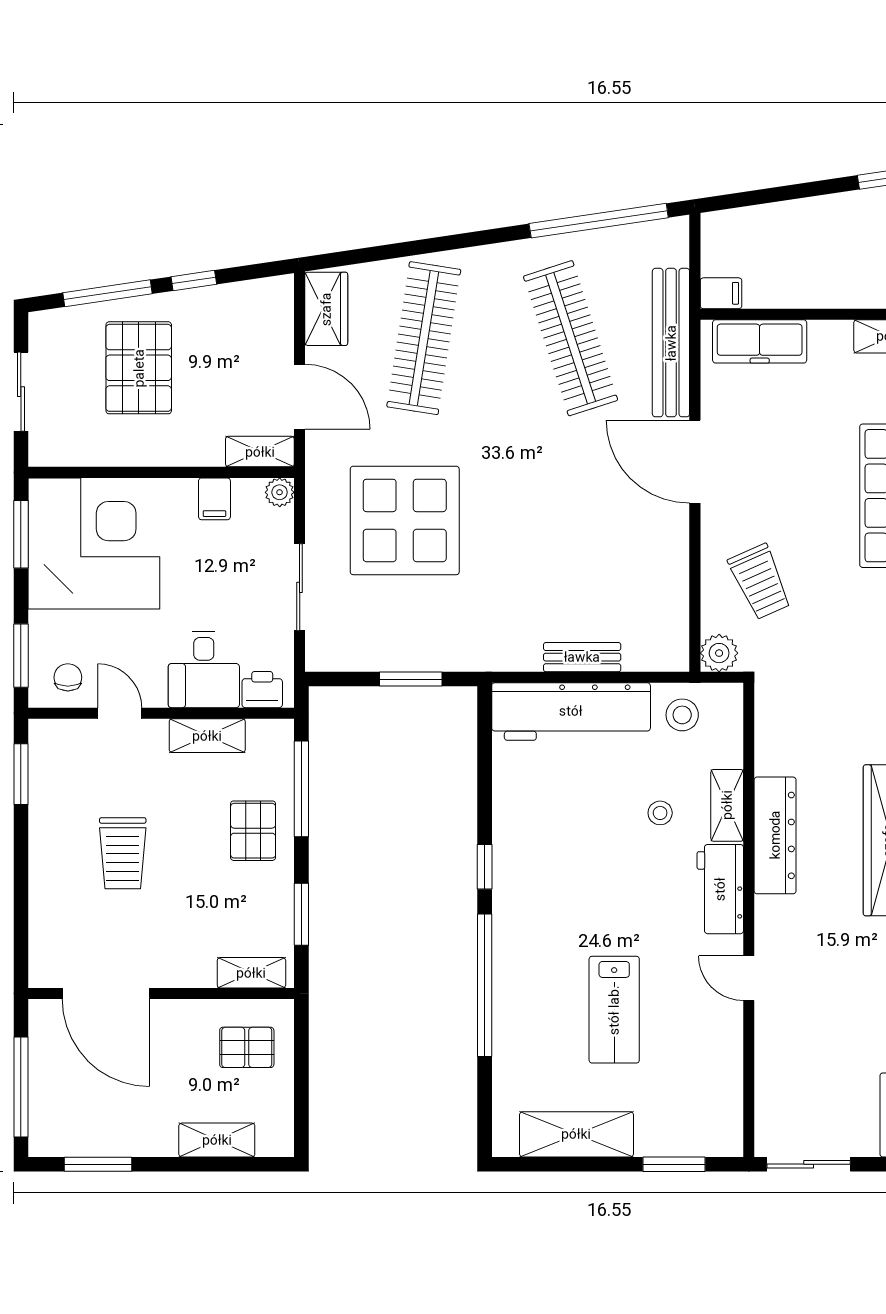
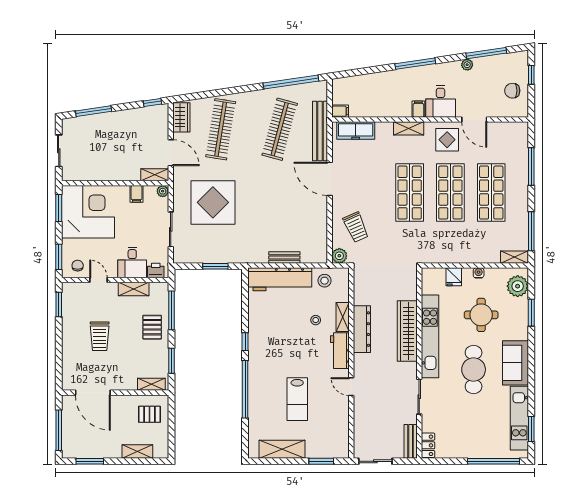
window: (194, 280) -> (152, 102), moved
clothes rail: (571, 338) -> (280, 129), turned 33
pallet: (139, 368) -> (106, 141), removed

